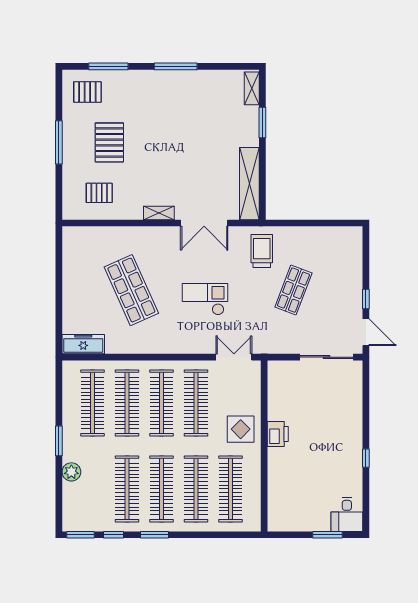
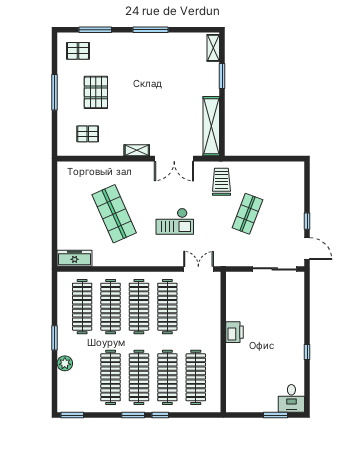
checkout: (205, 299) -> (175, 221), turned 180
display table: (241, 429) -> (204, 328), removed
window: (114, 535) -> (160, 415), moved

